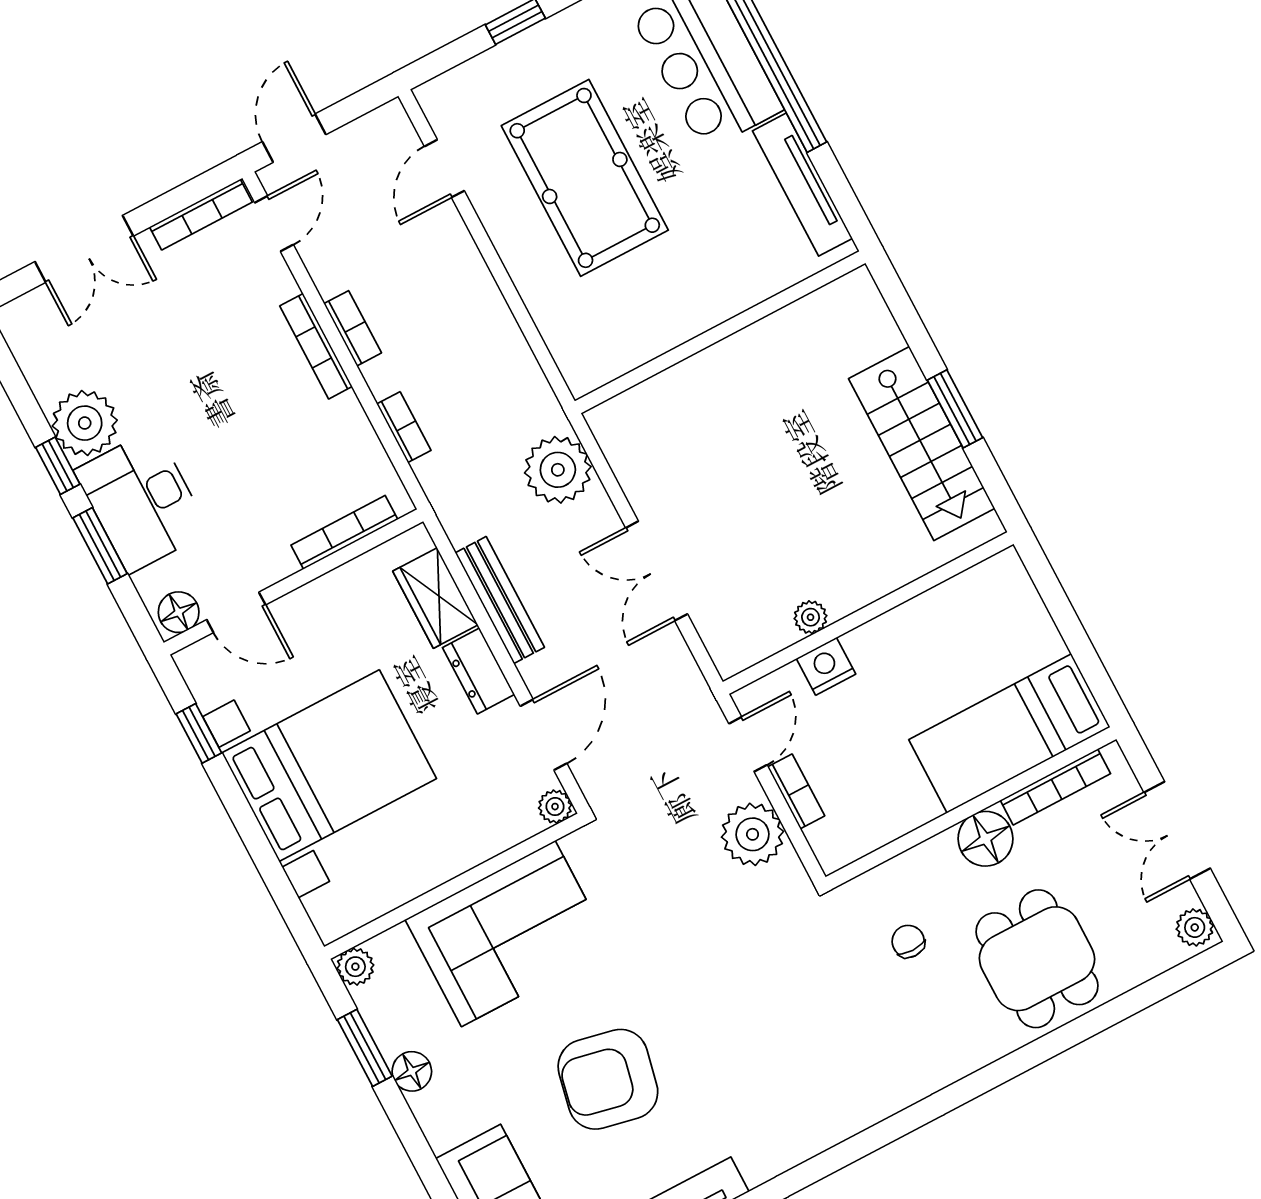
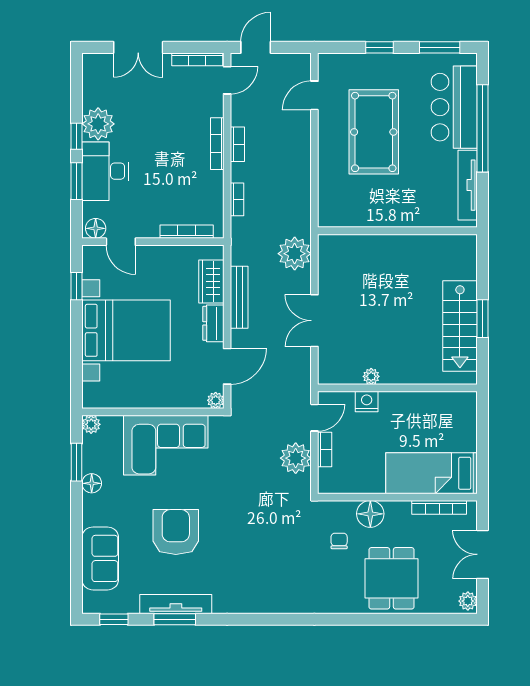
floor lamp: (986, 839) -> (370, 514), moved
armchair: (608, 1079) -> (176, 532), turned 78

